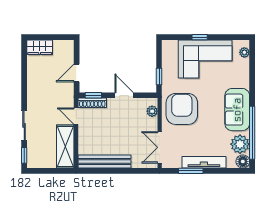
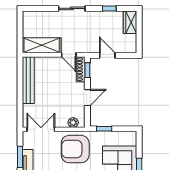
armchair: (182, 109) -> (75, 149), turned 180
door: (76, 116) -> (69, 55), swing flipped
sliding door: (24, 125) -> (72, 8), moved
window: (24, 155) -> (109, 8), moved

